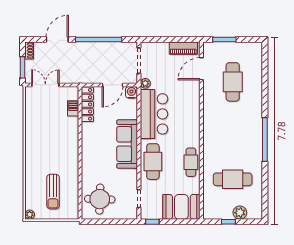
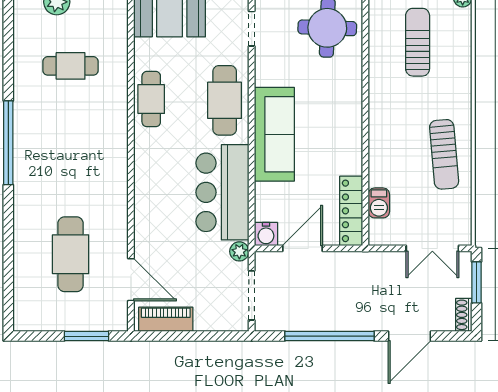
door: (201, 69) -> (131, 280), hinge flipped
sun lounger: (39, 134) -> (444, 154), added
cafe table: (233, 179) -> (71, 66), width x0.73, depth x0.74

